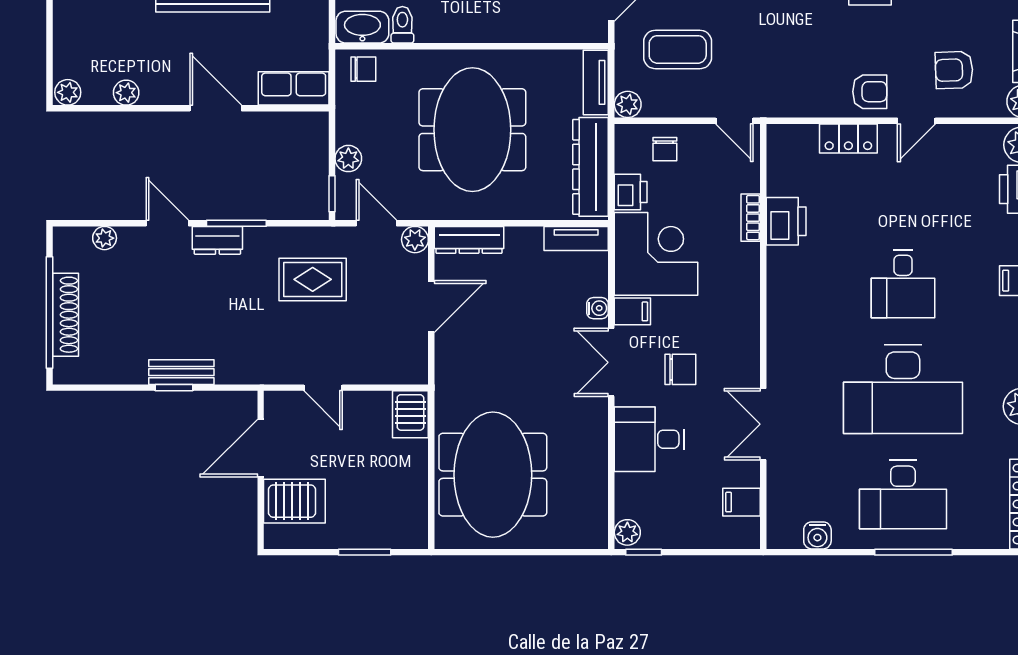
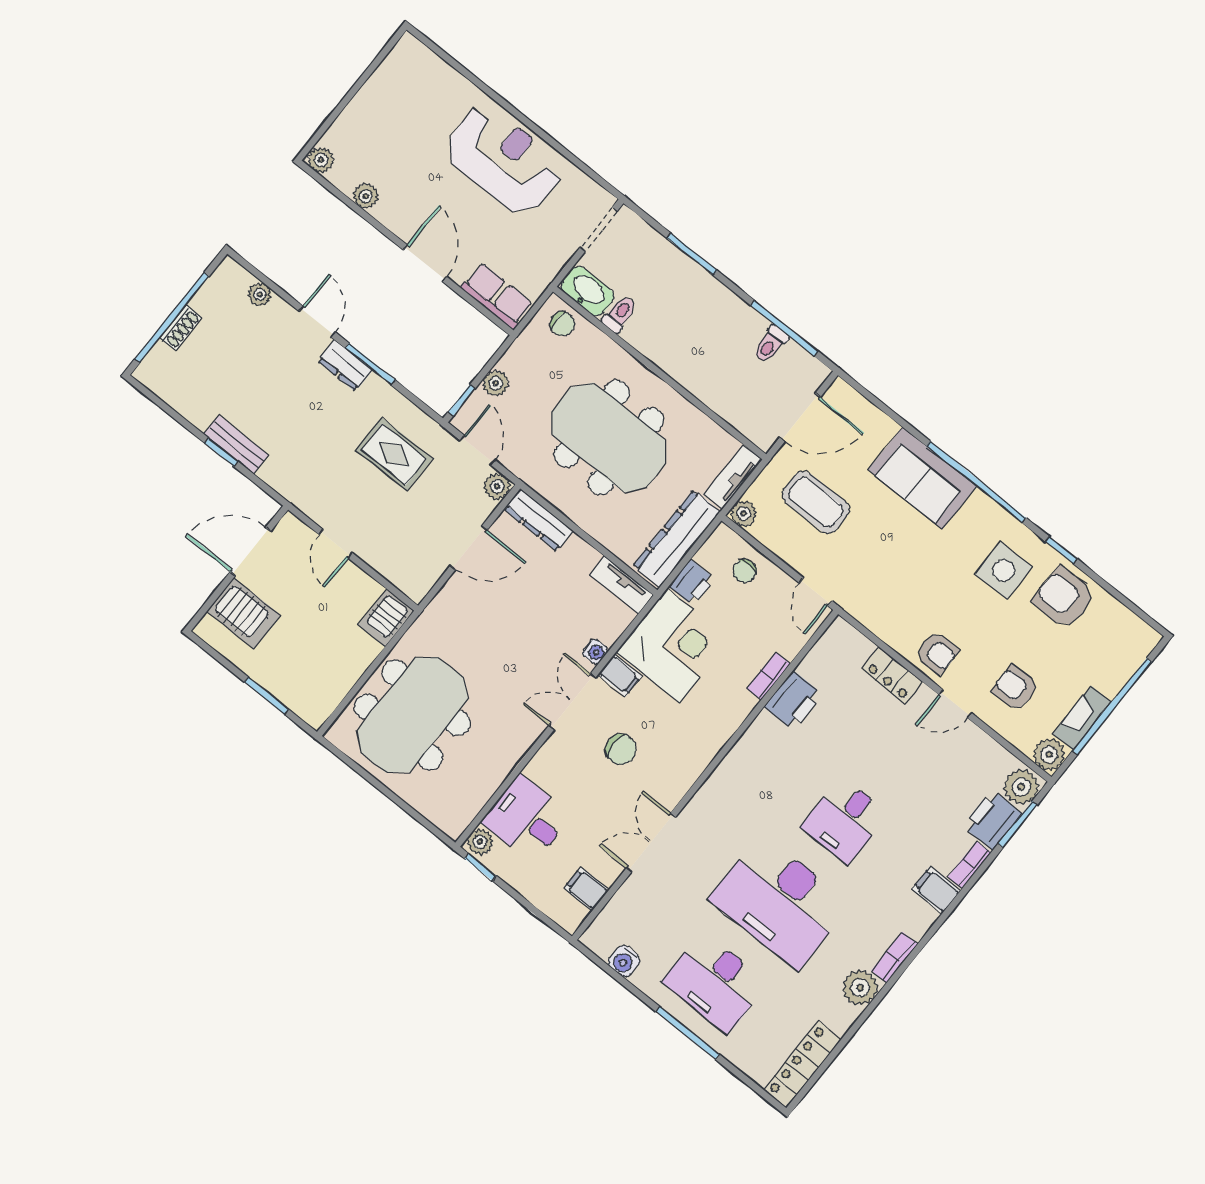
meeting table: (472, 130) -> (609, 437), turned 90
shoe rack: (66, 315) -> (181, 328), width x0.51, depth x0.81
desk: (649, 439) -> (526, 819), moved

